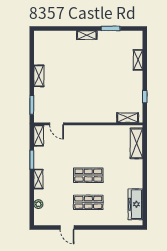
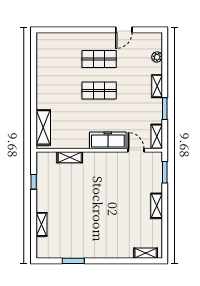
shelving: (87, 35) -> (146, 253), moved
shelving: (128, 118) -> (70, 157), moved
freezer: (135, 204) -> (108, 140), moved, turned -90
door: (67, 227) -> (124, 30), swing flipped

